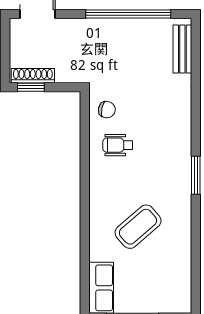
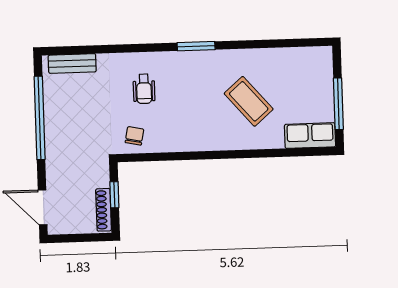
window: (31, 87) -> (114, 195), moved
wheelchair: (118, 145) -> (144, 89), moved

